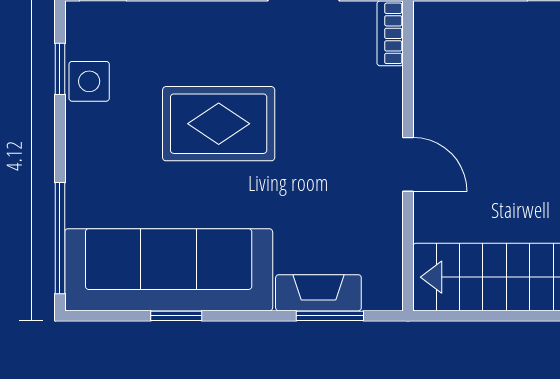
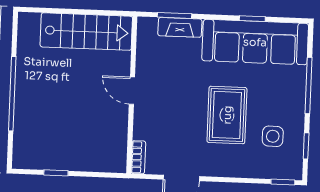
side table: (89, 81) -> (273, 136), moved
rug: (219, 124) -> (227, 115), turned 90
window: (60, 238) -> (309, 85), moved

